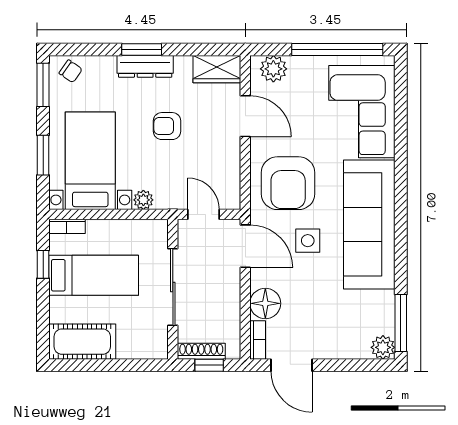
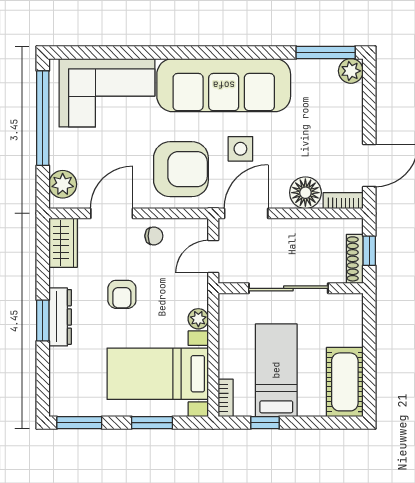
chair: (71, 71) -> (154, 236), moved, turned 55

